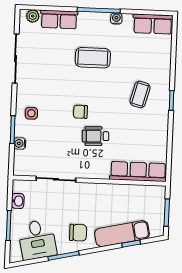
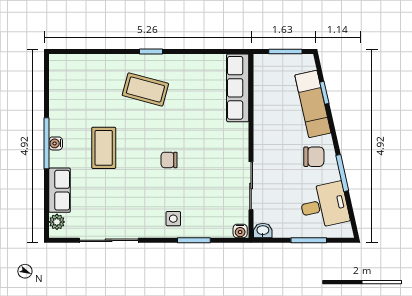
water cooler: (116, 19) -> (56, 143), moved
row of seats: (153, 24) -> (60, 78), removed
coffee table: (140, 95) -> (145, 89), width x1.36, depth x1.30
chair: (80, 112) -> (169, 160), turned 90
wheelchair: (96, 136) -> (197, 141), removed
water cooler: (20, 143) -> (240, 231), moved
washbasin: (18, 201) -> (263, 231), moved
chair: (78, 233) -> (314, 157), turned 90

